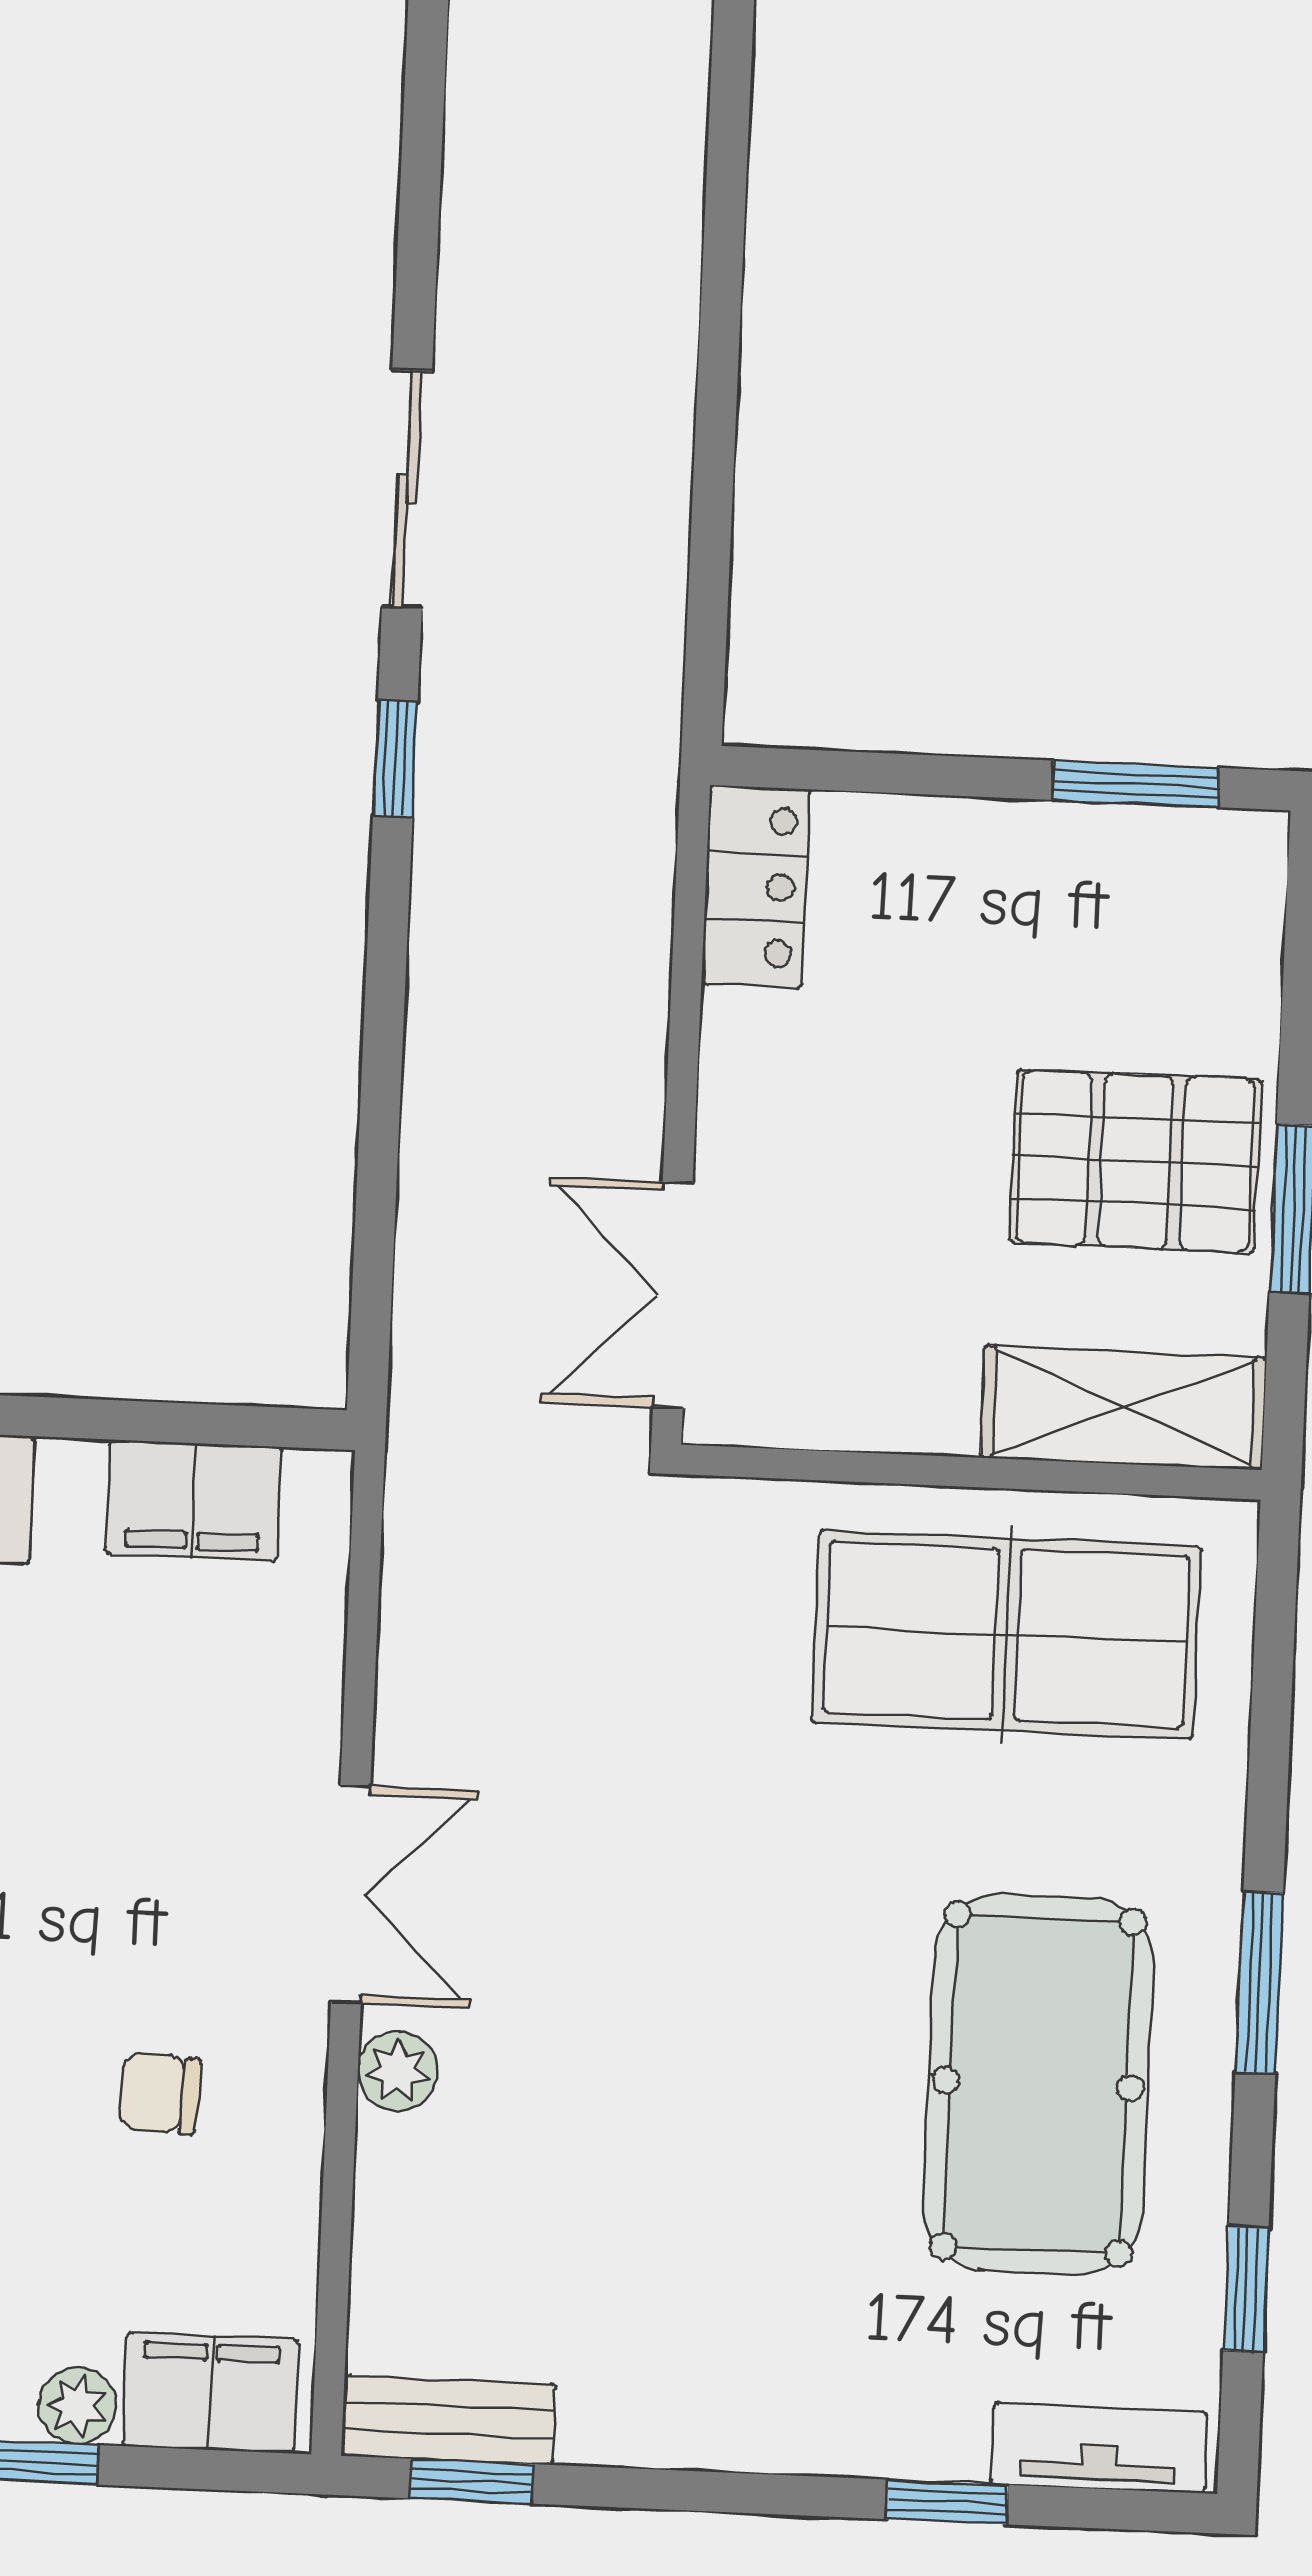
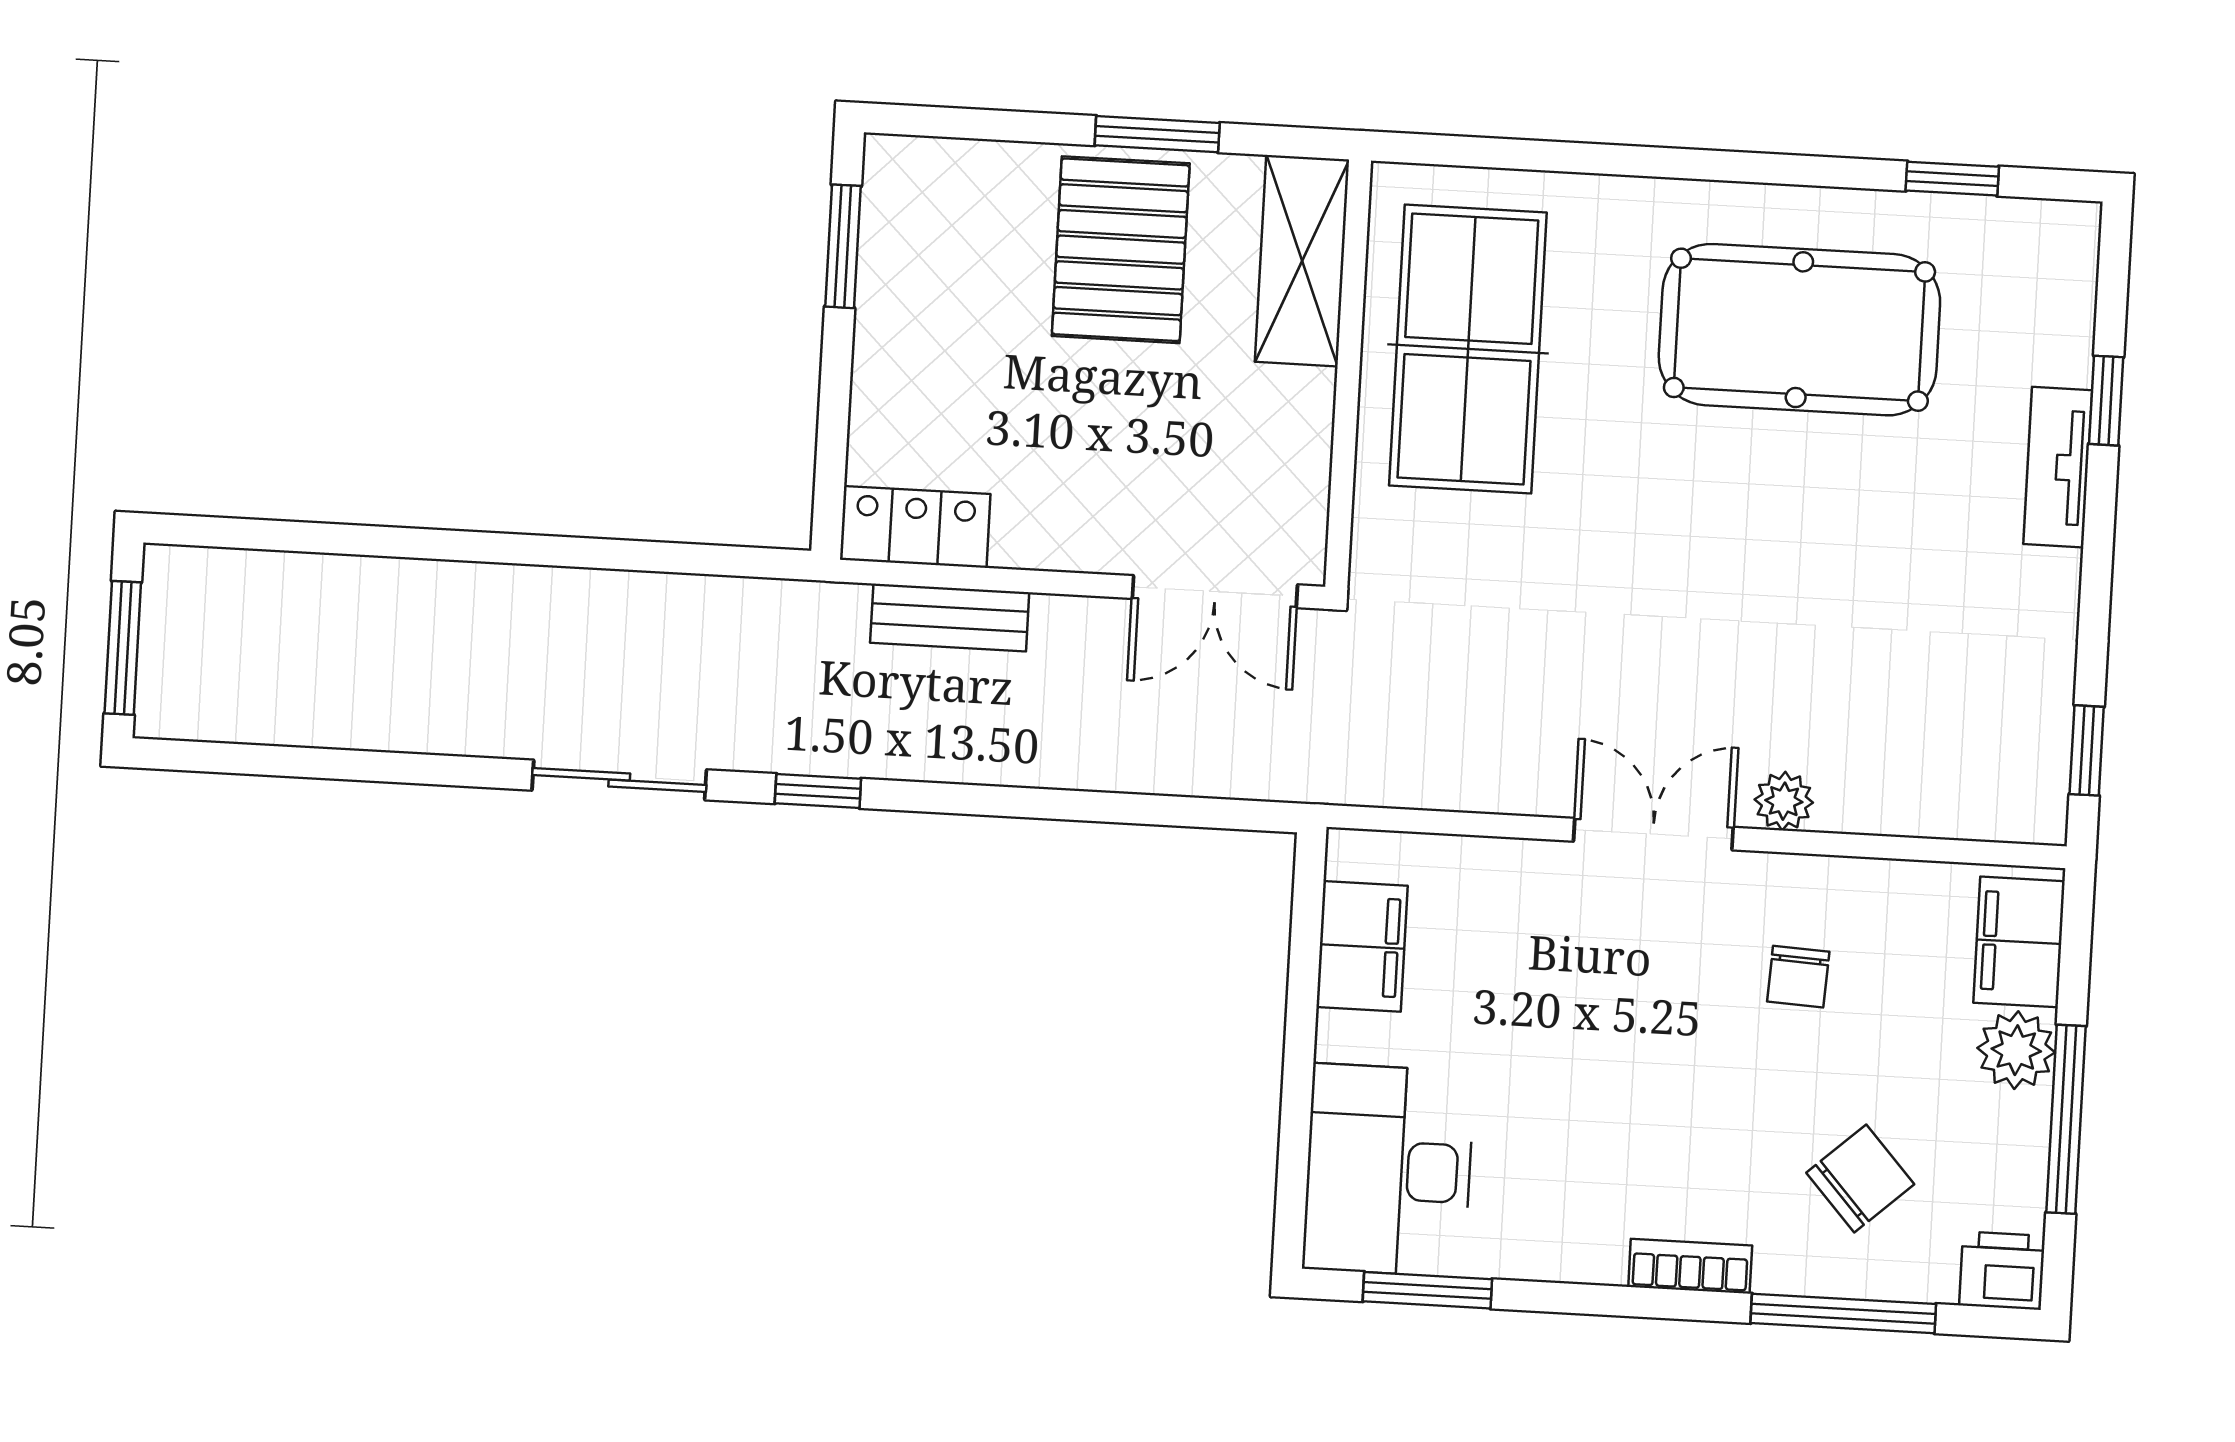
window: (1259, 1982) -> (1726, 166), removed
plant: (77, 2406) -> (2016, 1050), width x1.38, depth x1.38
bench: (448, 2420) -> (950, 617), moved, turned 90
tv unit: (1099, 2448) -> (2058, 467), moved

